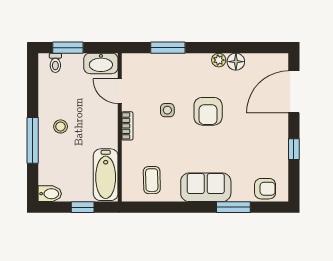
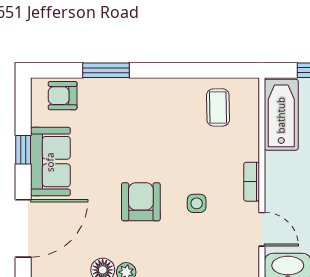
sofa: (206, 187) -> (50, 162), moved, turned -90

